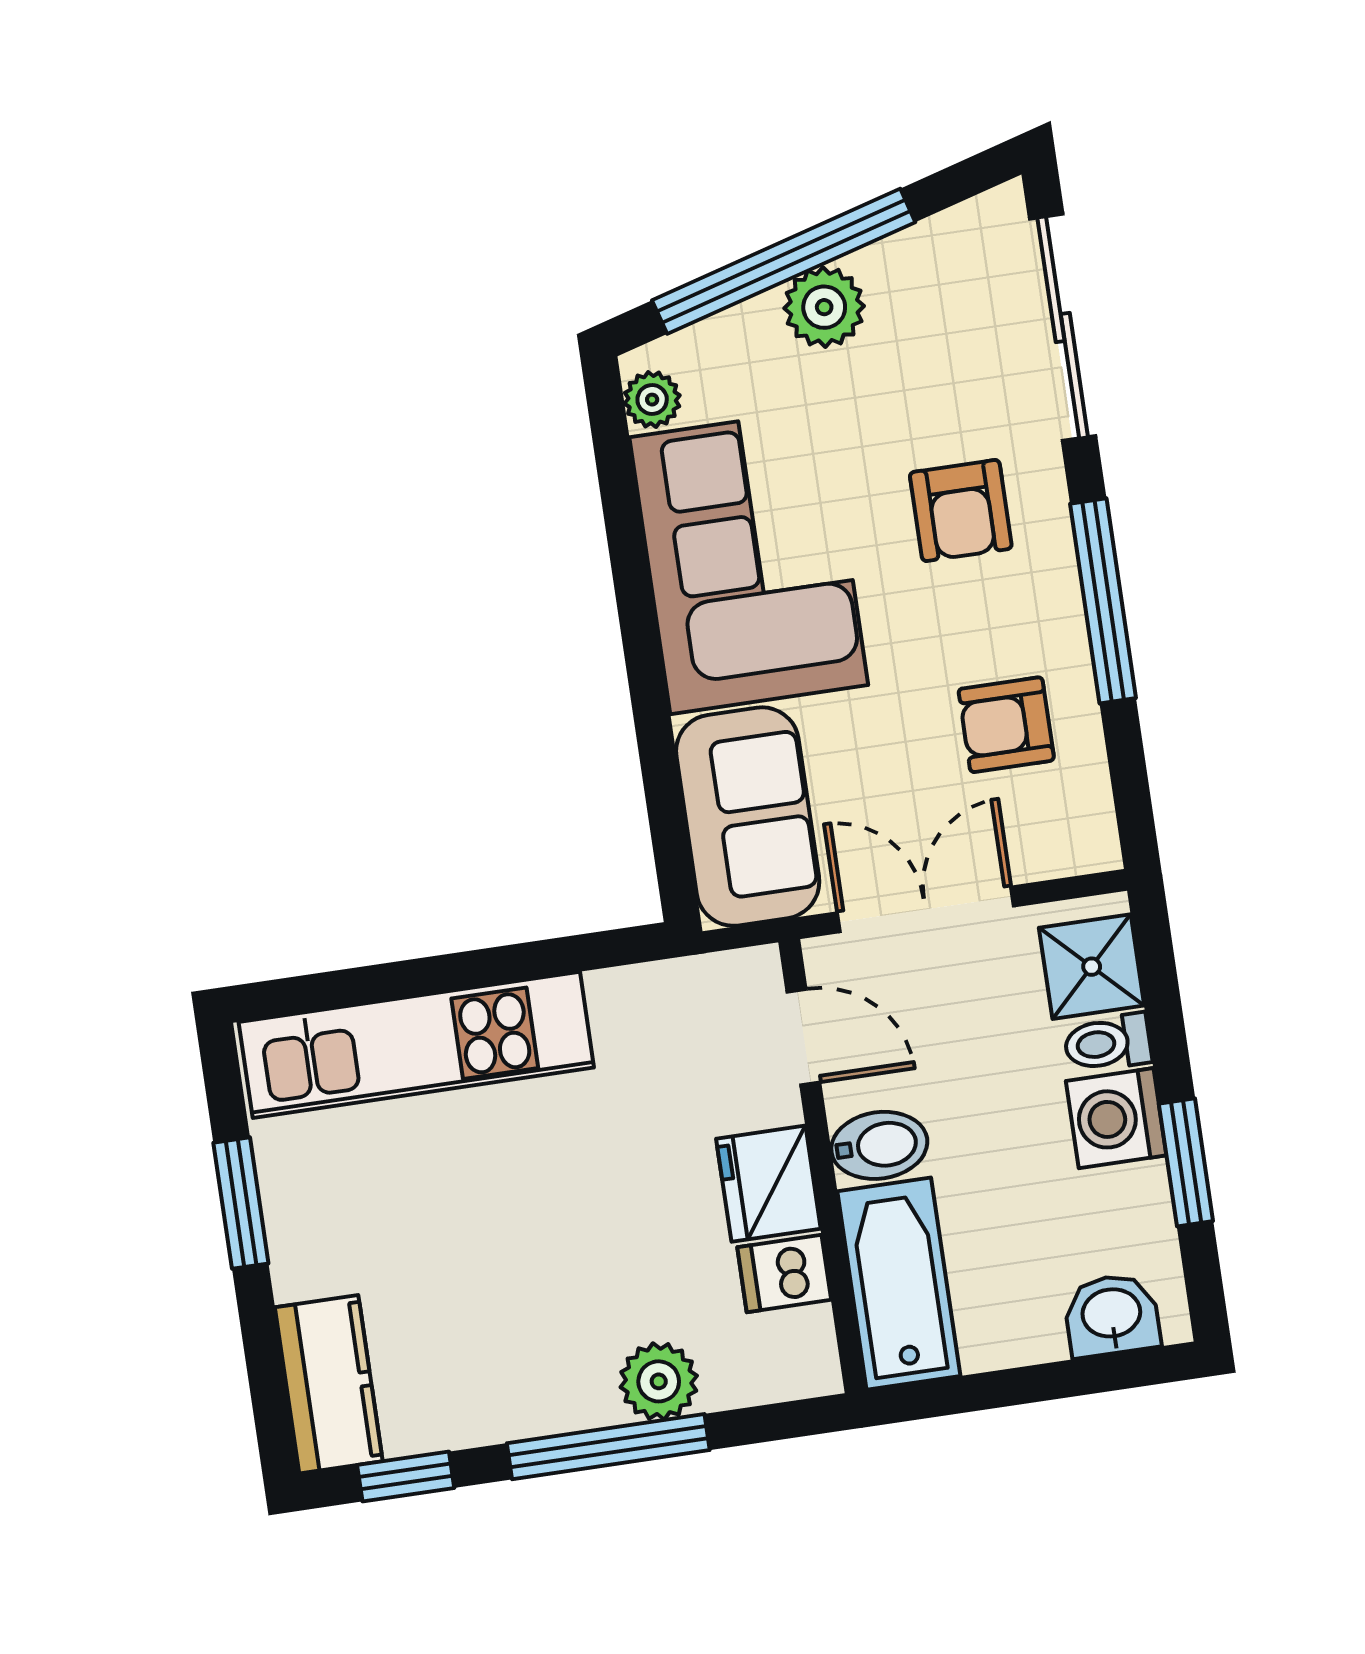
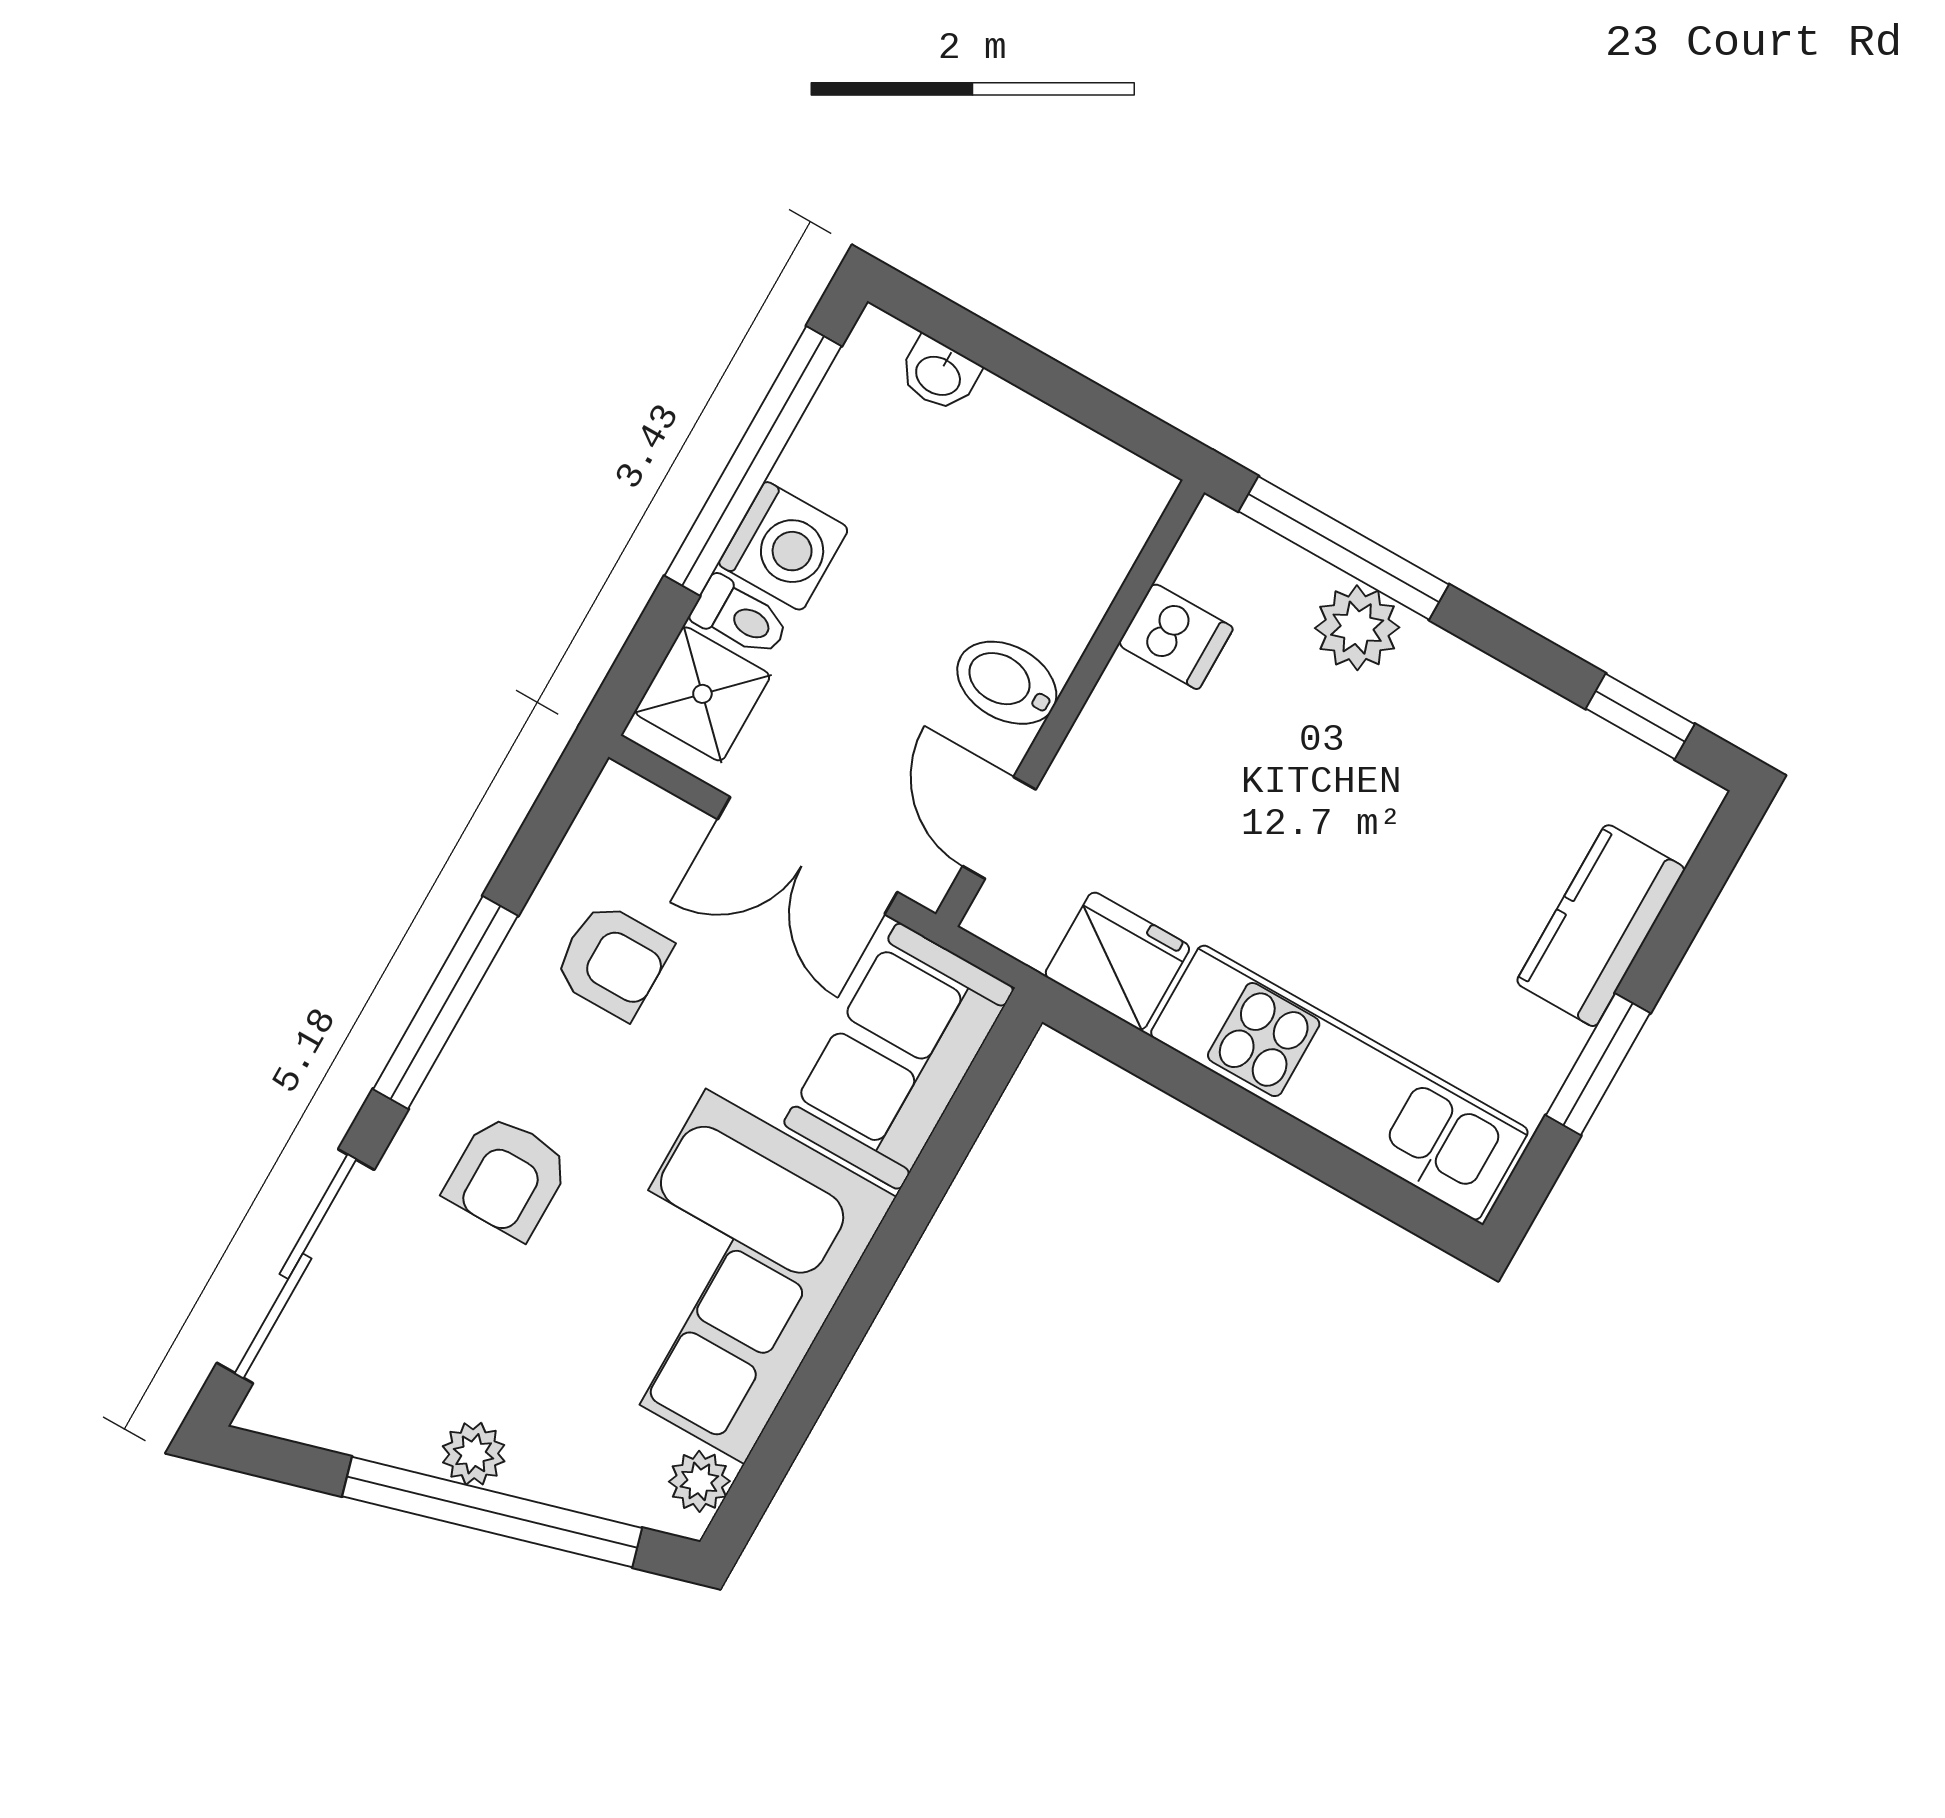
plant: (824, 307) -> (474, 1454), width x0.73, depth x0.73
armchair: (961, 511) -> (507, 1177), turned 180
window: (1186, 1162) -> (753, 461), width x2.11
fridge: (768, 1184) -> (1117, 961), moved, turned -90
bathtub: (899, 1284) -> (1083, 550), removed
washbasin: (1112, 1315) -> (939, 374), width x0.72, depth x0.69
kitchen counter: (329, 1384) -> (1601, 925), moved
window: (608, 1447) -> (1344, 548), moved

